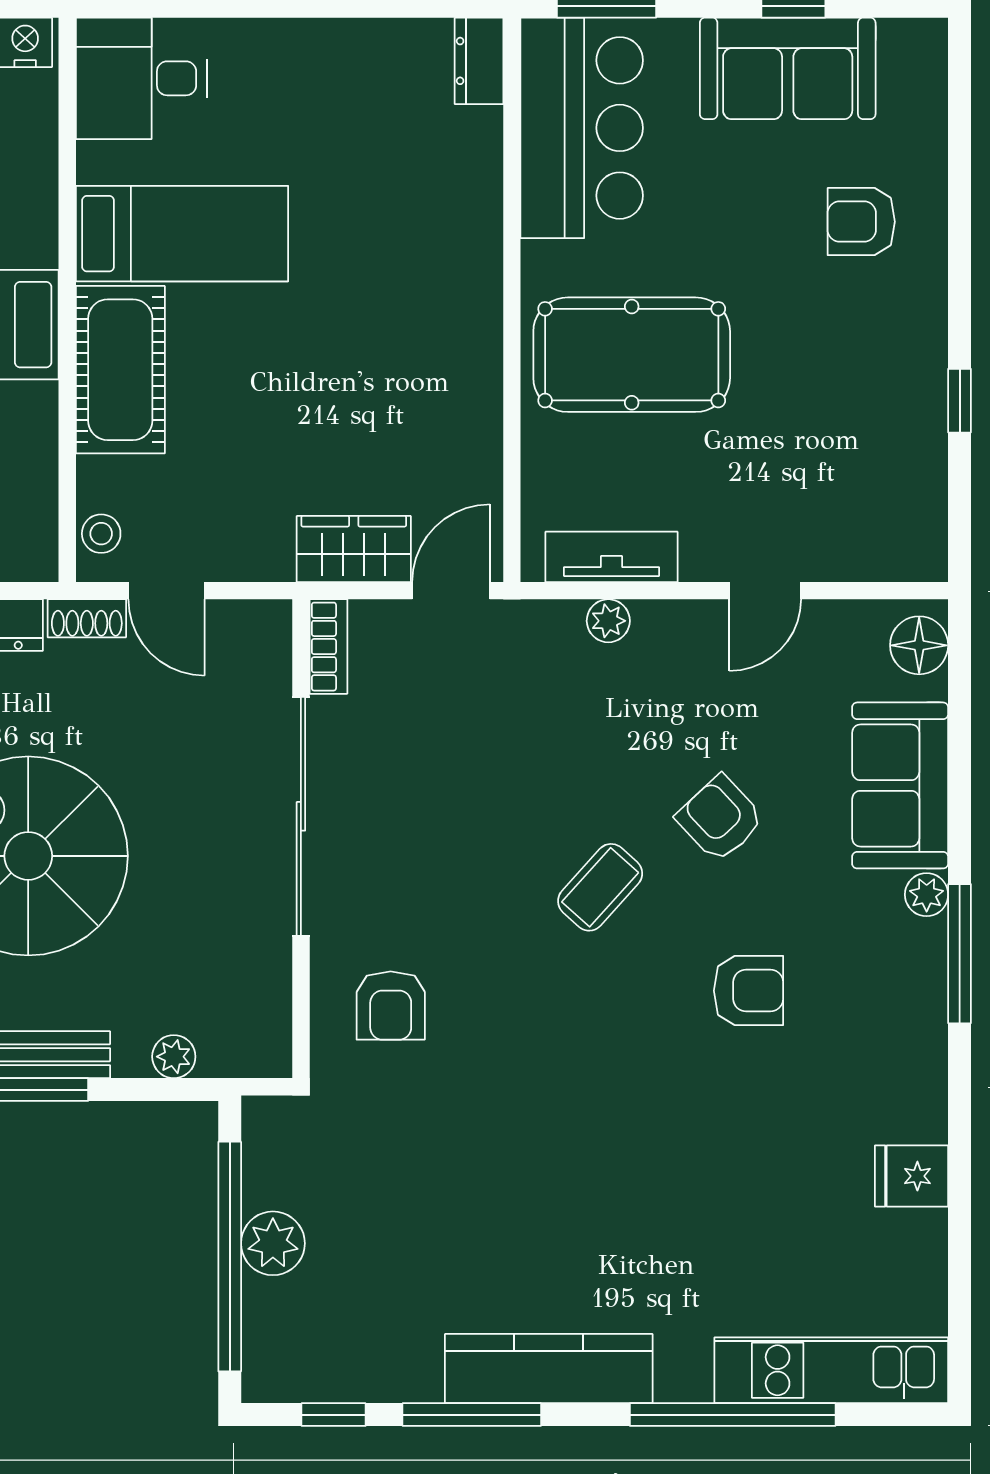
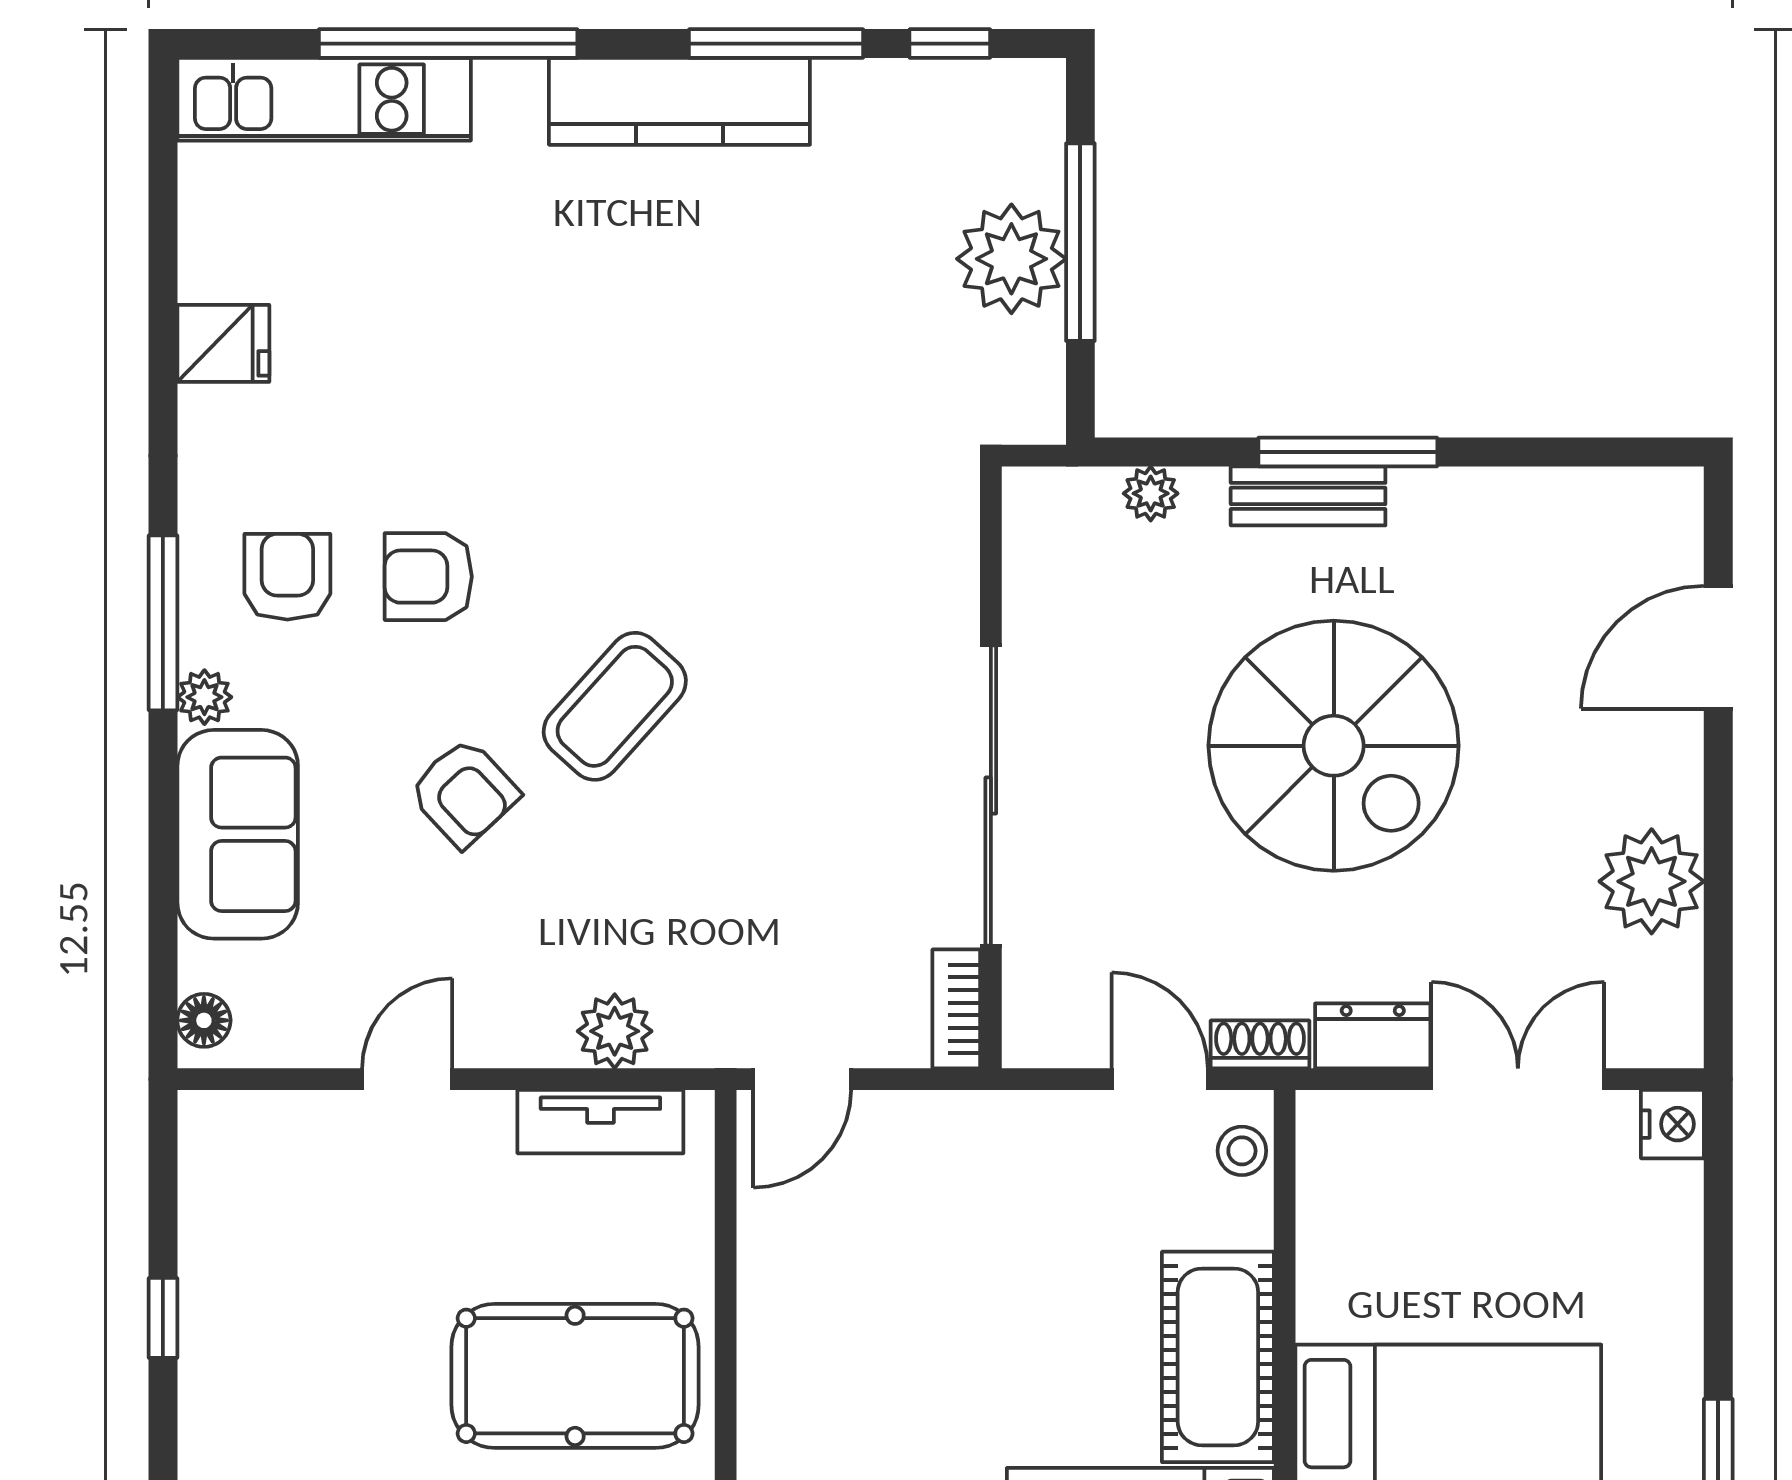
wardrobe: (354, 549) -> (924, 1131), removed
plant: (608, 621) -> (615, 1031), width x1.38, depth x1.38
floor lamp: (919, 645) -> (204, 1020), width x0.73, depth x0.73
coffee table: (600, 887) -> (615, 706), width x1.36, depth x1.30
armchair: (391, 1006) -> (287, 577), moved
plant: (273, 1243) -> (1011, 259), width x1.36, depth x1.36
window: (230, 1257) -> (1080, 242), width x0.68

